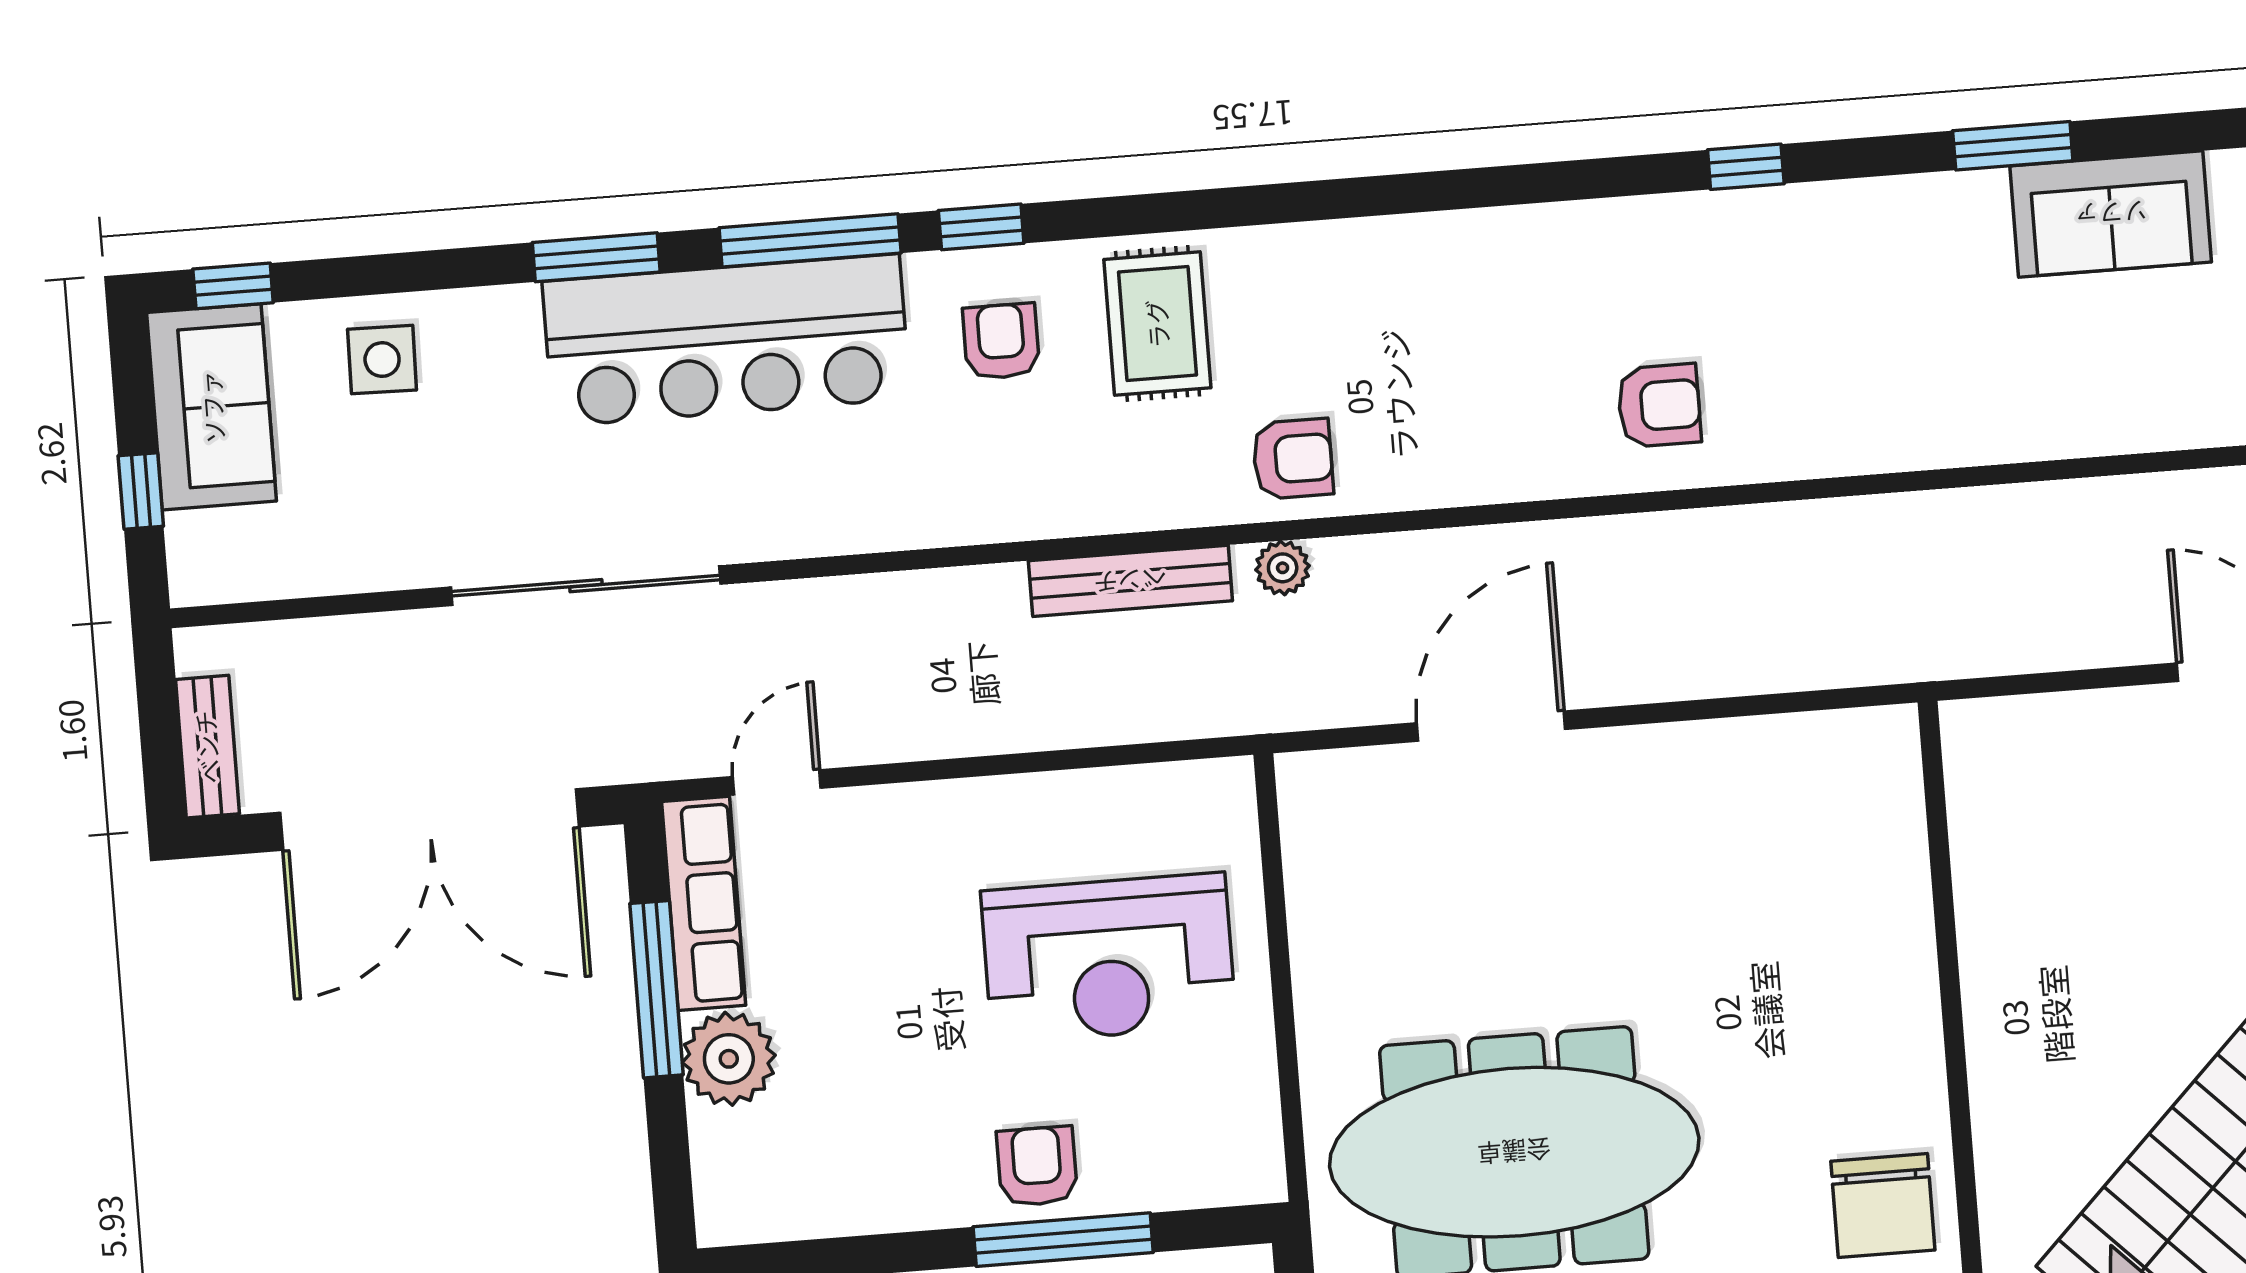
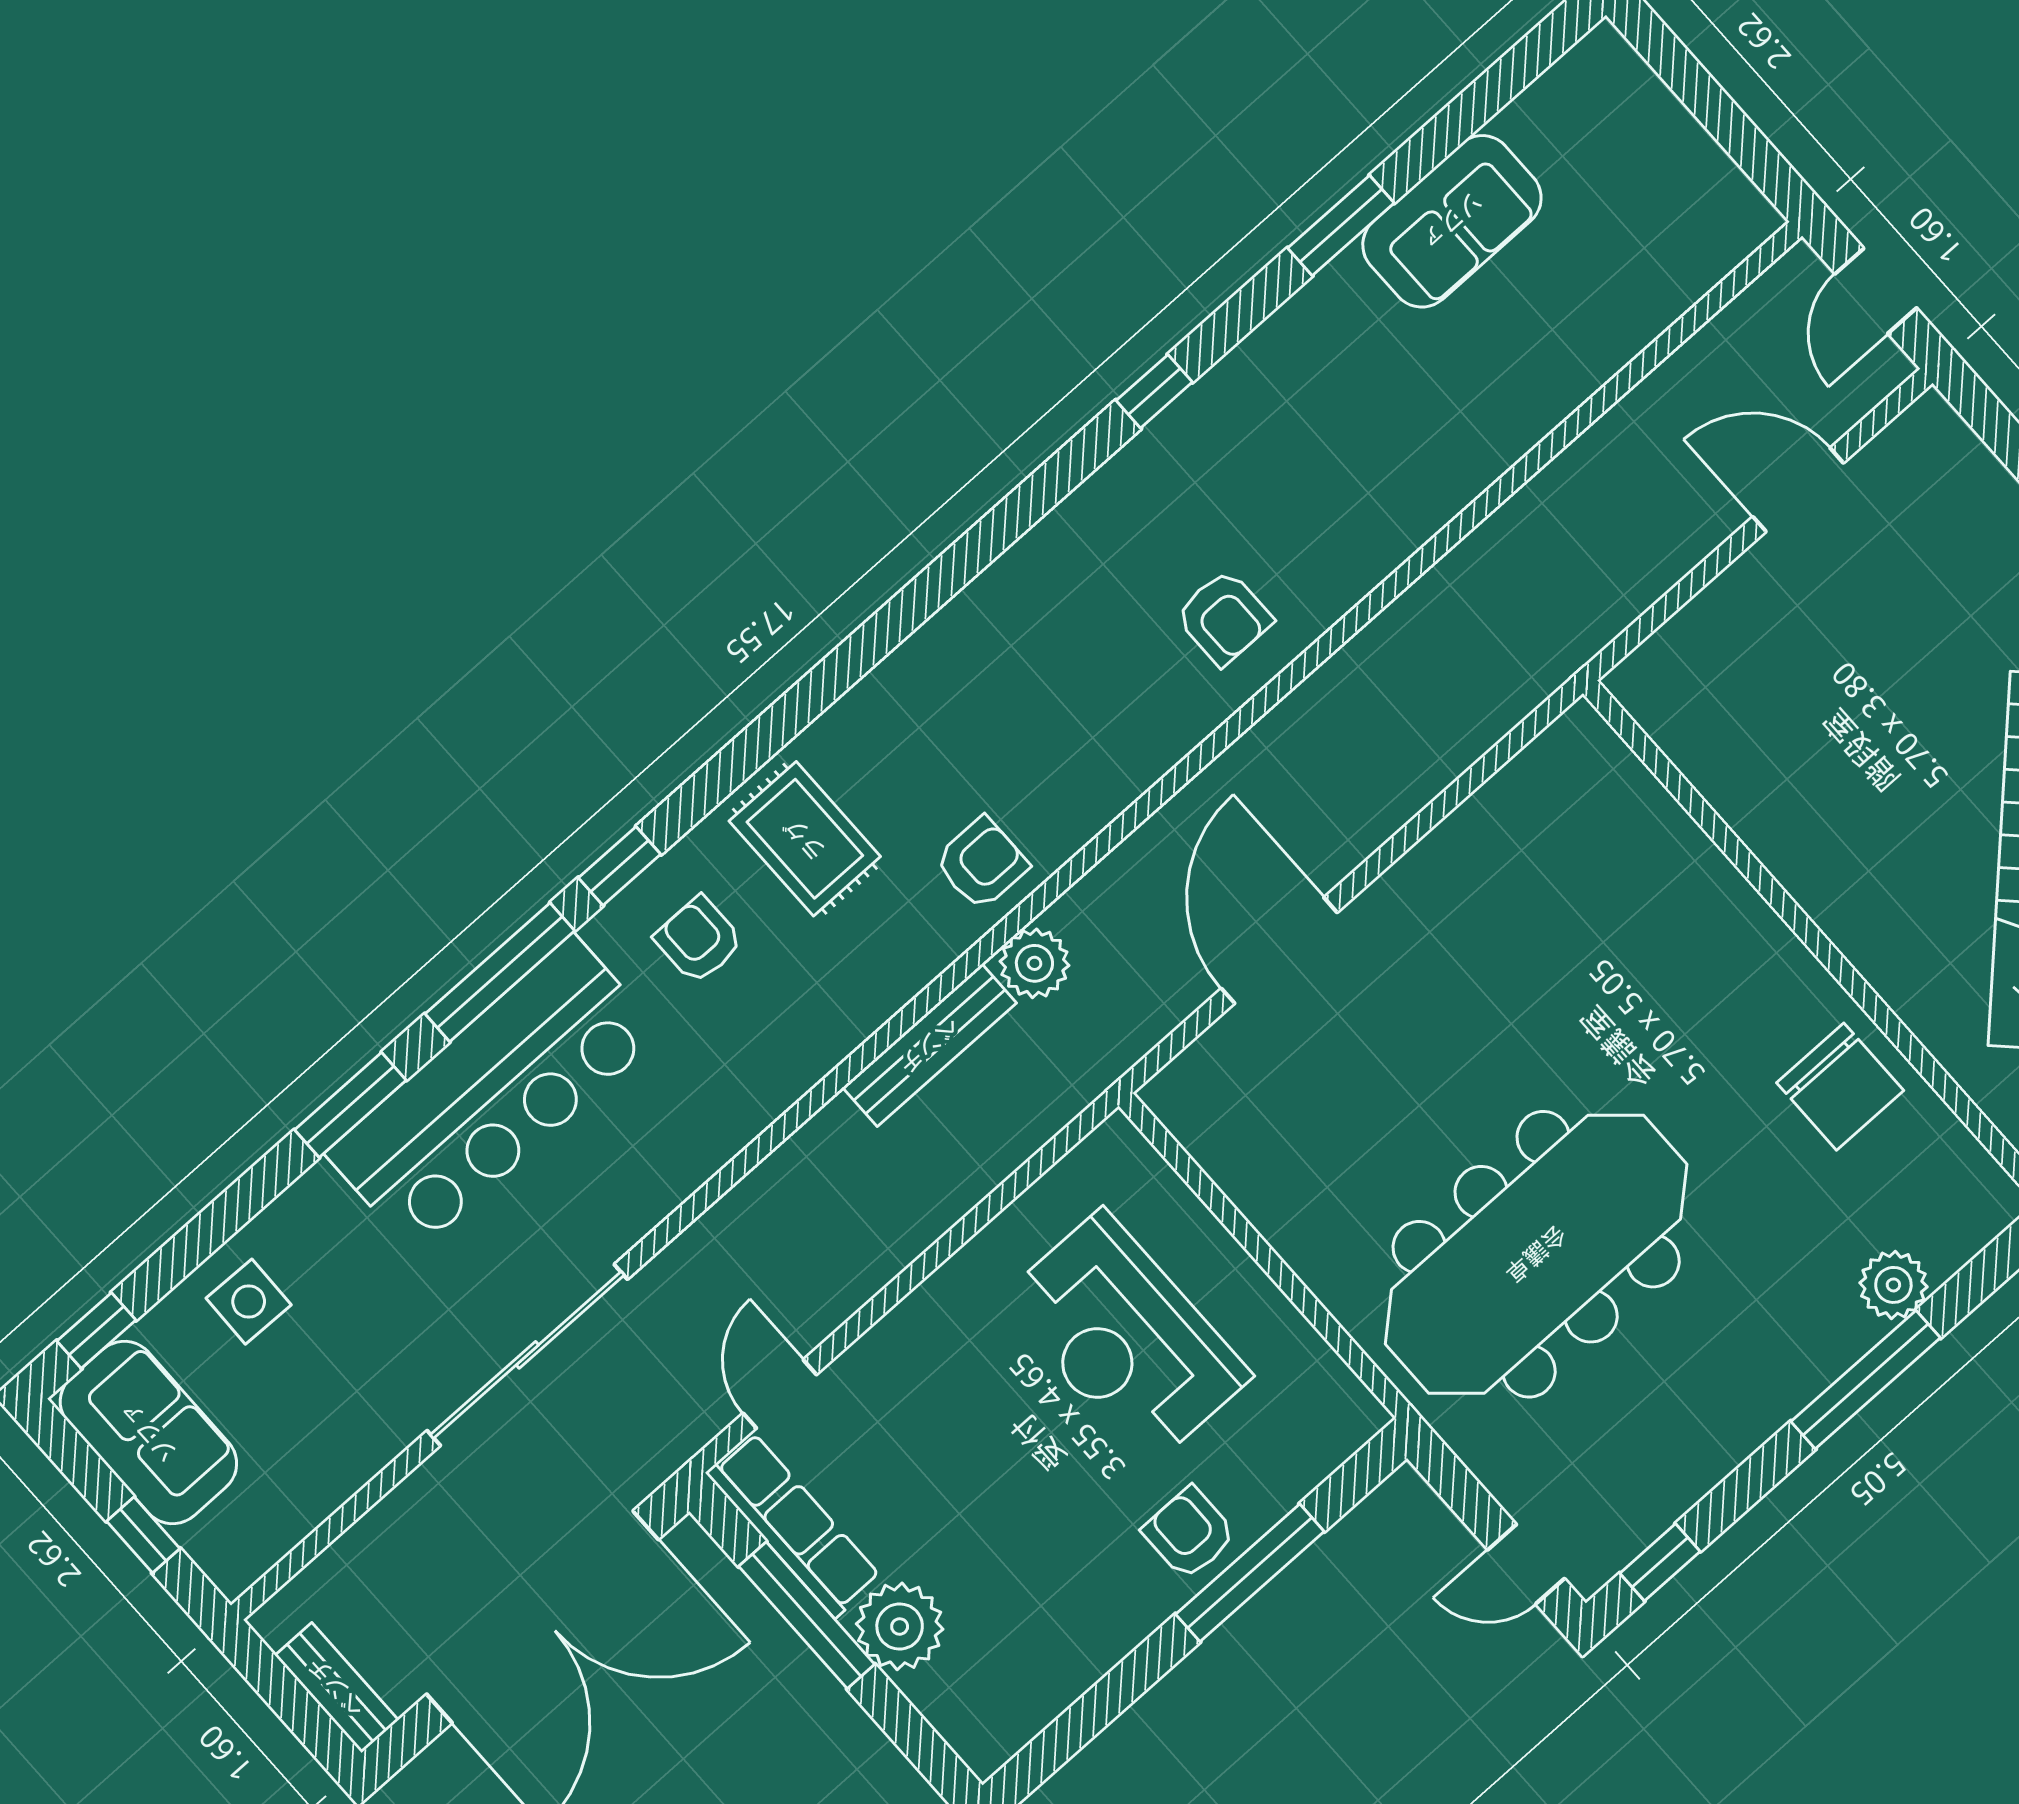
armchair: (1659, 405) -> (1224, 618), turned 90
plant: (1283, 568) -> (1034, 963), width x1.38, depth x1.38
reception desk: (1108, 958) -> (1125, 1338), turned 90

